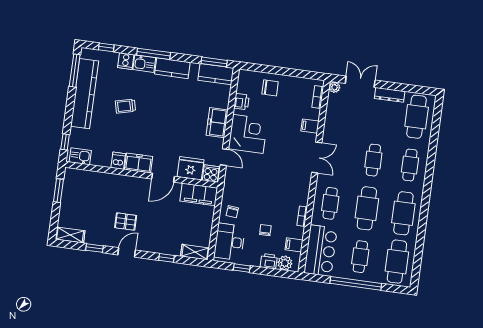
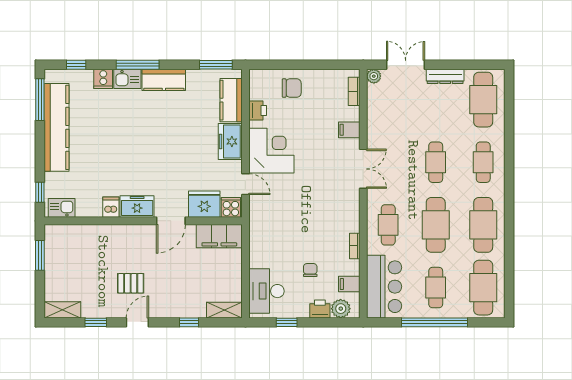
kitchen counter: (216, 74) -> (231, 100), moved, turned 90
trolley: (125, 106) -> (111, 136), removed
chair: (232, 212) -> (265, 252), removed

